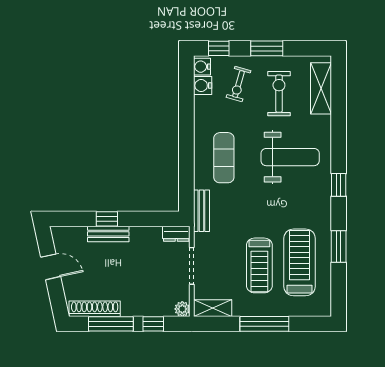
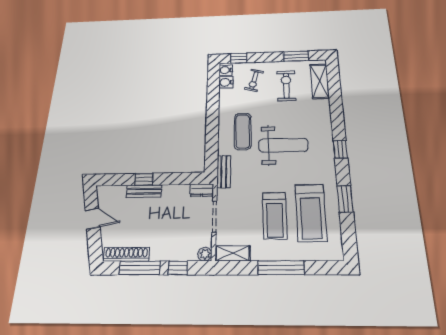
window: (267, 48) -> (296, 56), moved
weight bench: (290, 157) -> (283, 145), moved
treadmill: (300, 262) -> (311, 212), turned 180

